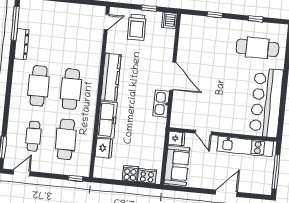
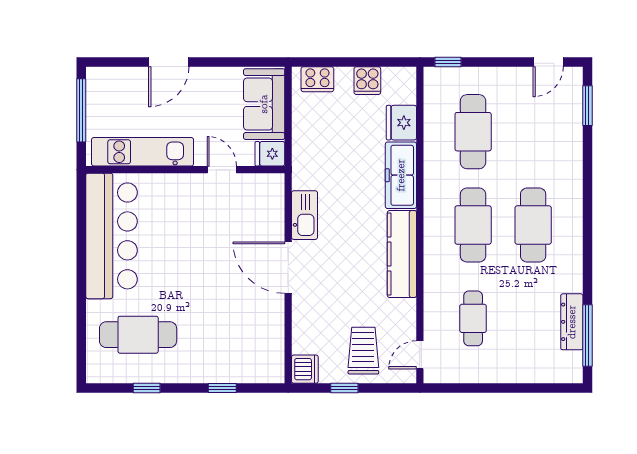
dresser: (22, 44) -> (572, 322), moved
cafe table: (33, 136) -> (473, 318), moved
cooker: (130, 174) -> (367, 81), moved

